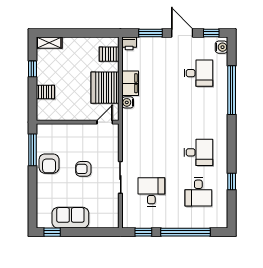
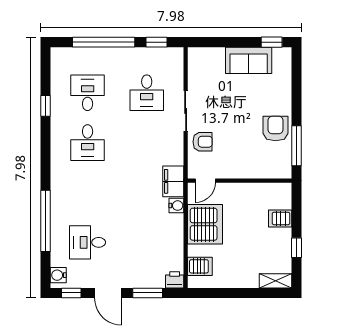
filing cabinet: (130, 83) -> (173, 181), moved
desk: (198, 152) -> (88, 143), turned -90
armchair: (83, 169) -> (203, 142), moved

